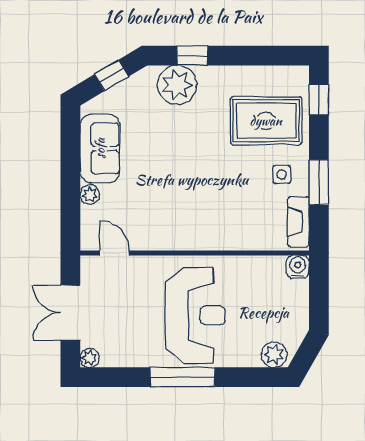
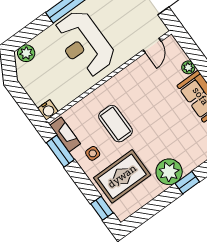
plant: (177, 85) -> (169, 172), moved
window: (319, 182) -> (60, 151), moved
coffee table: (228, 191) -> (115, 124), added
door: (114, 253) -> (152, 46), hinge flipped

